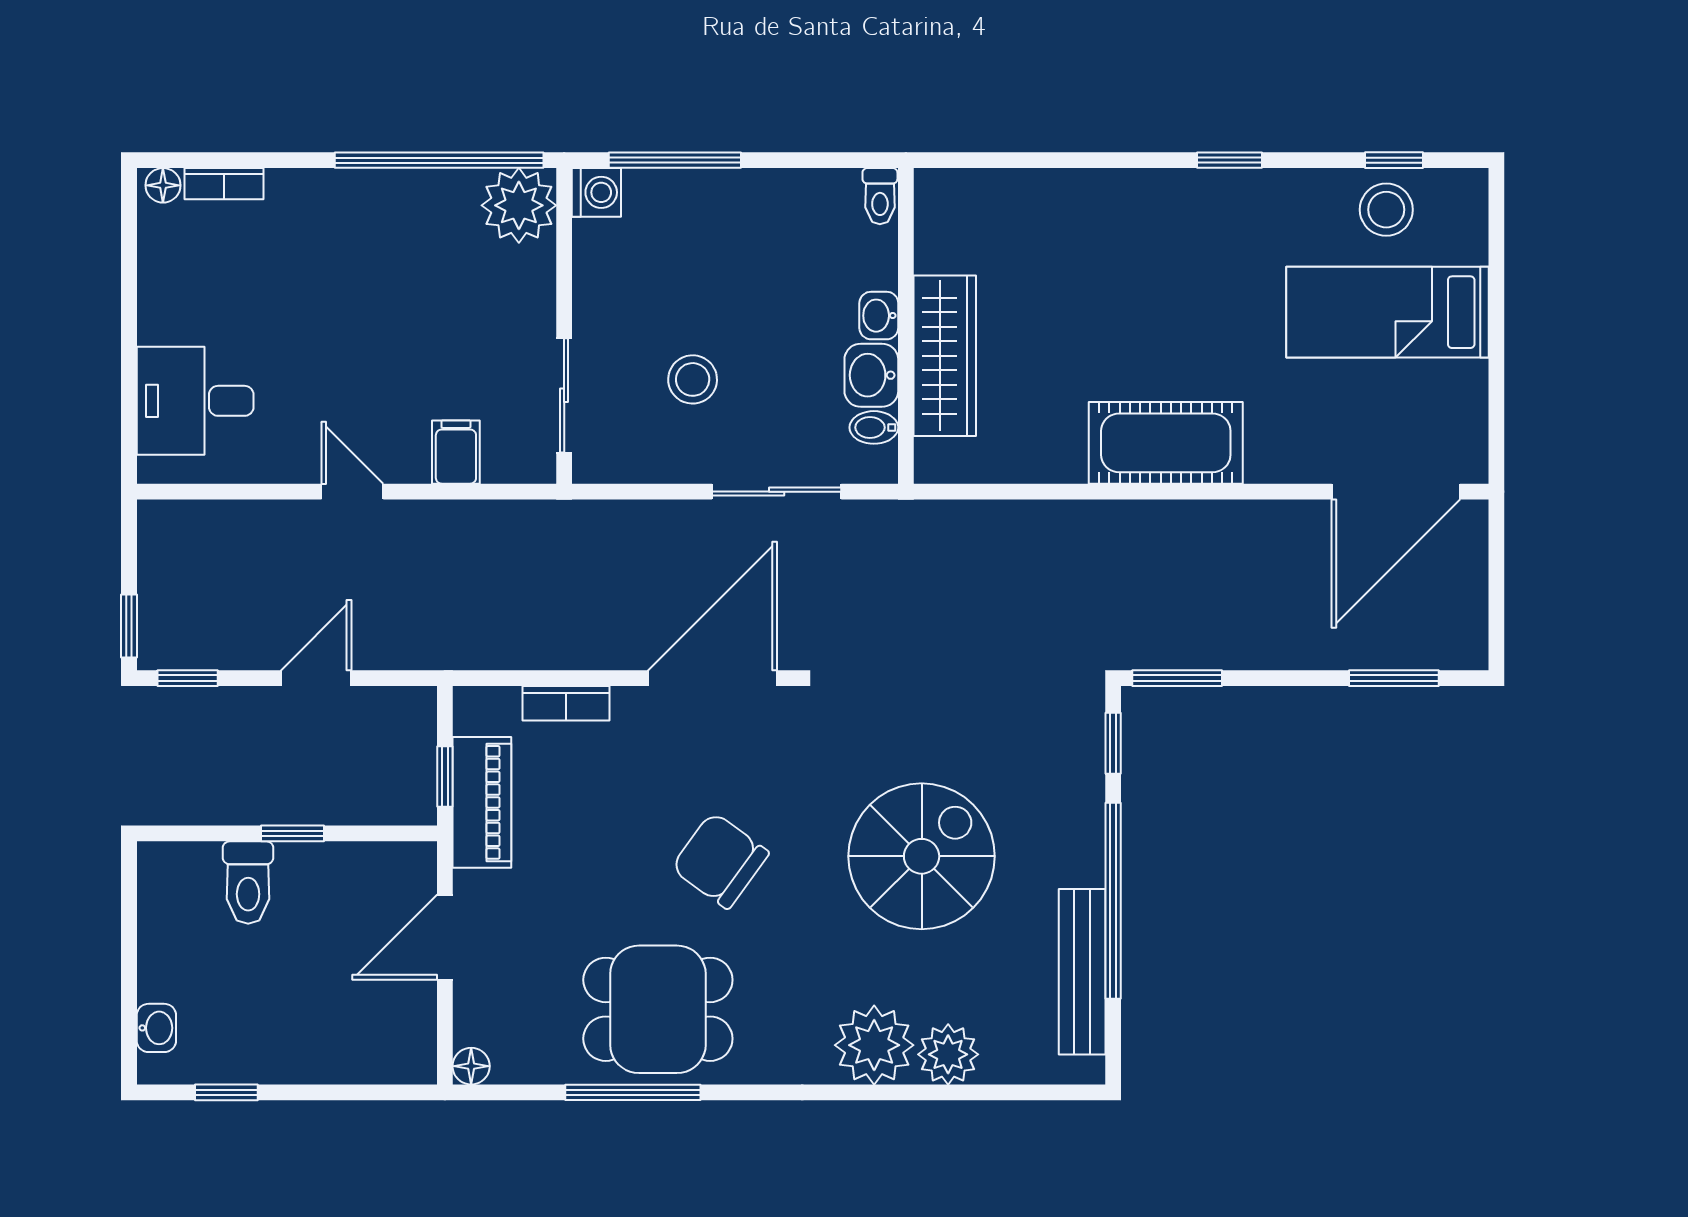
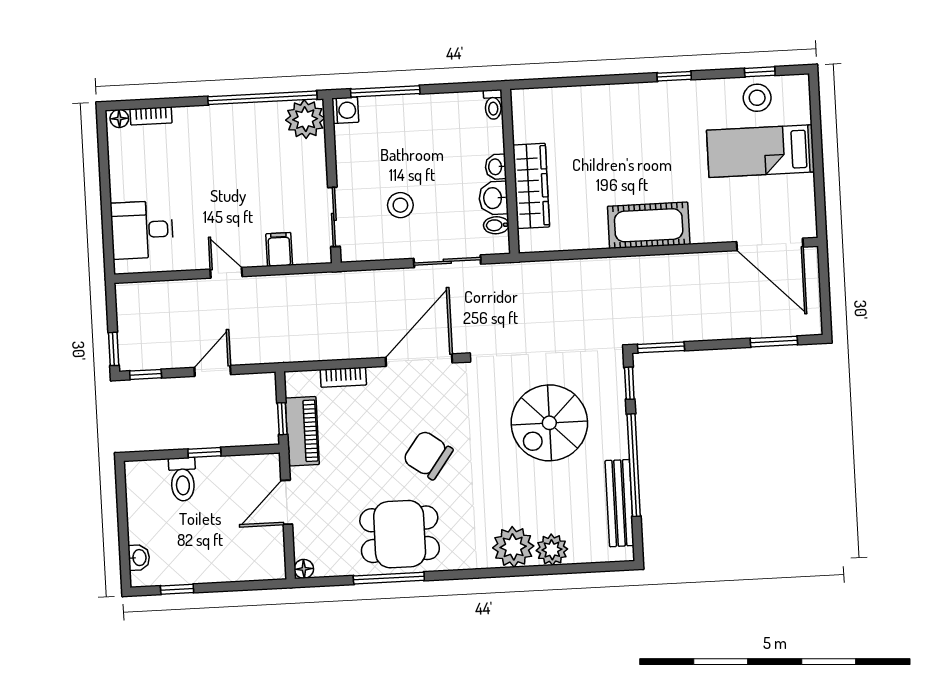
door: (1396, 492) -> (770, 244), hinge flipped
spiral stairs: (922, 856) -> (549, 423), moved, turned 180

